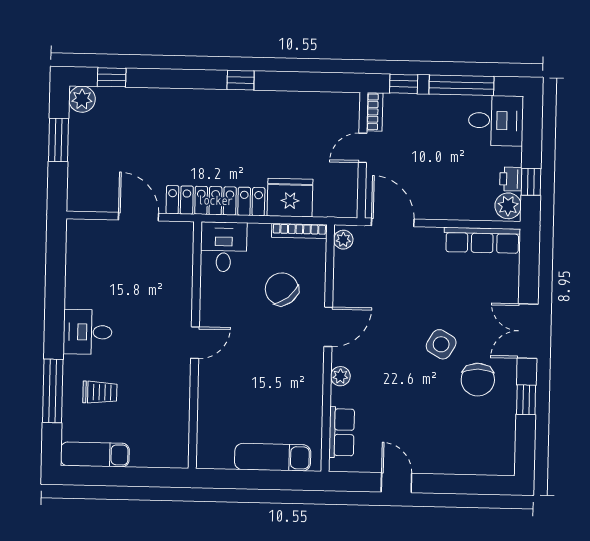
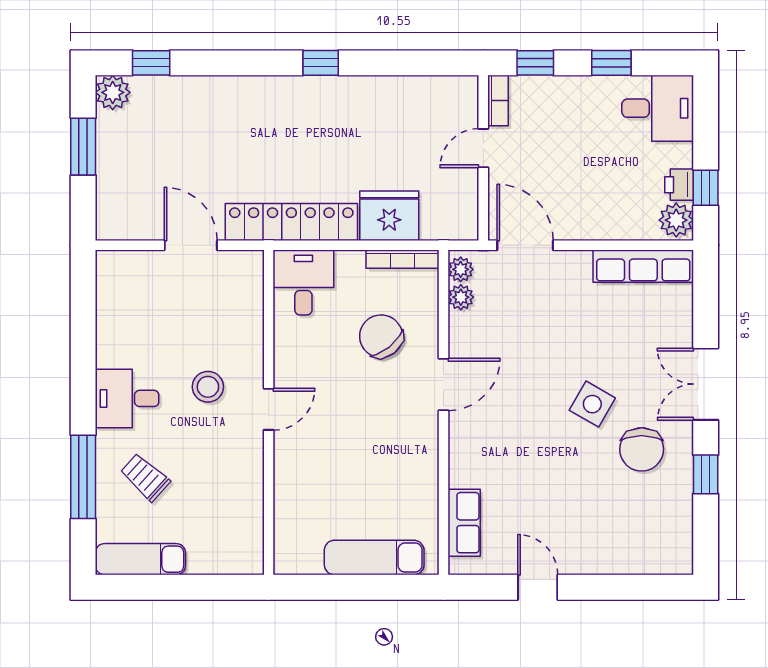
window: (461, 85) -> (611, 63), width x0.46
stool: (149, 325) -> (208, 387), added
plant: (340, 376) -> (461, 297), moved
trolley: (100, 392) -> (145, 477), turned -138

